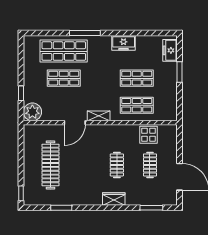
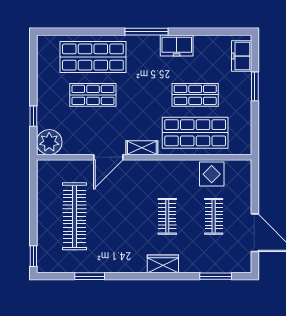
window: (85, 33) -> (146, 32), moved
shop shelf: (137, 105) -> (195, 133), width x1.43, depth x1.36

